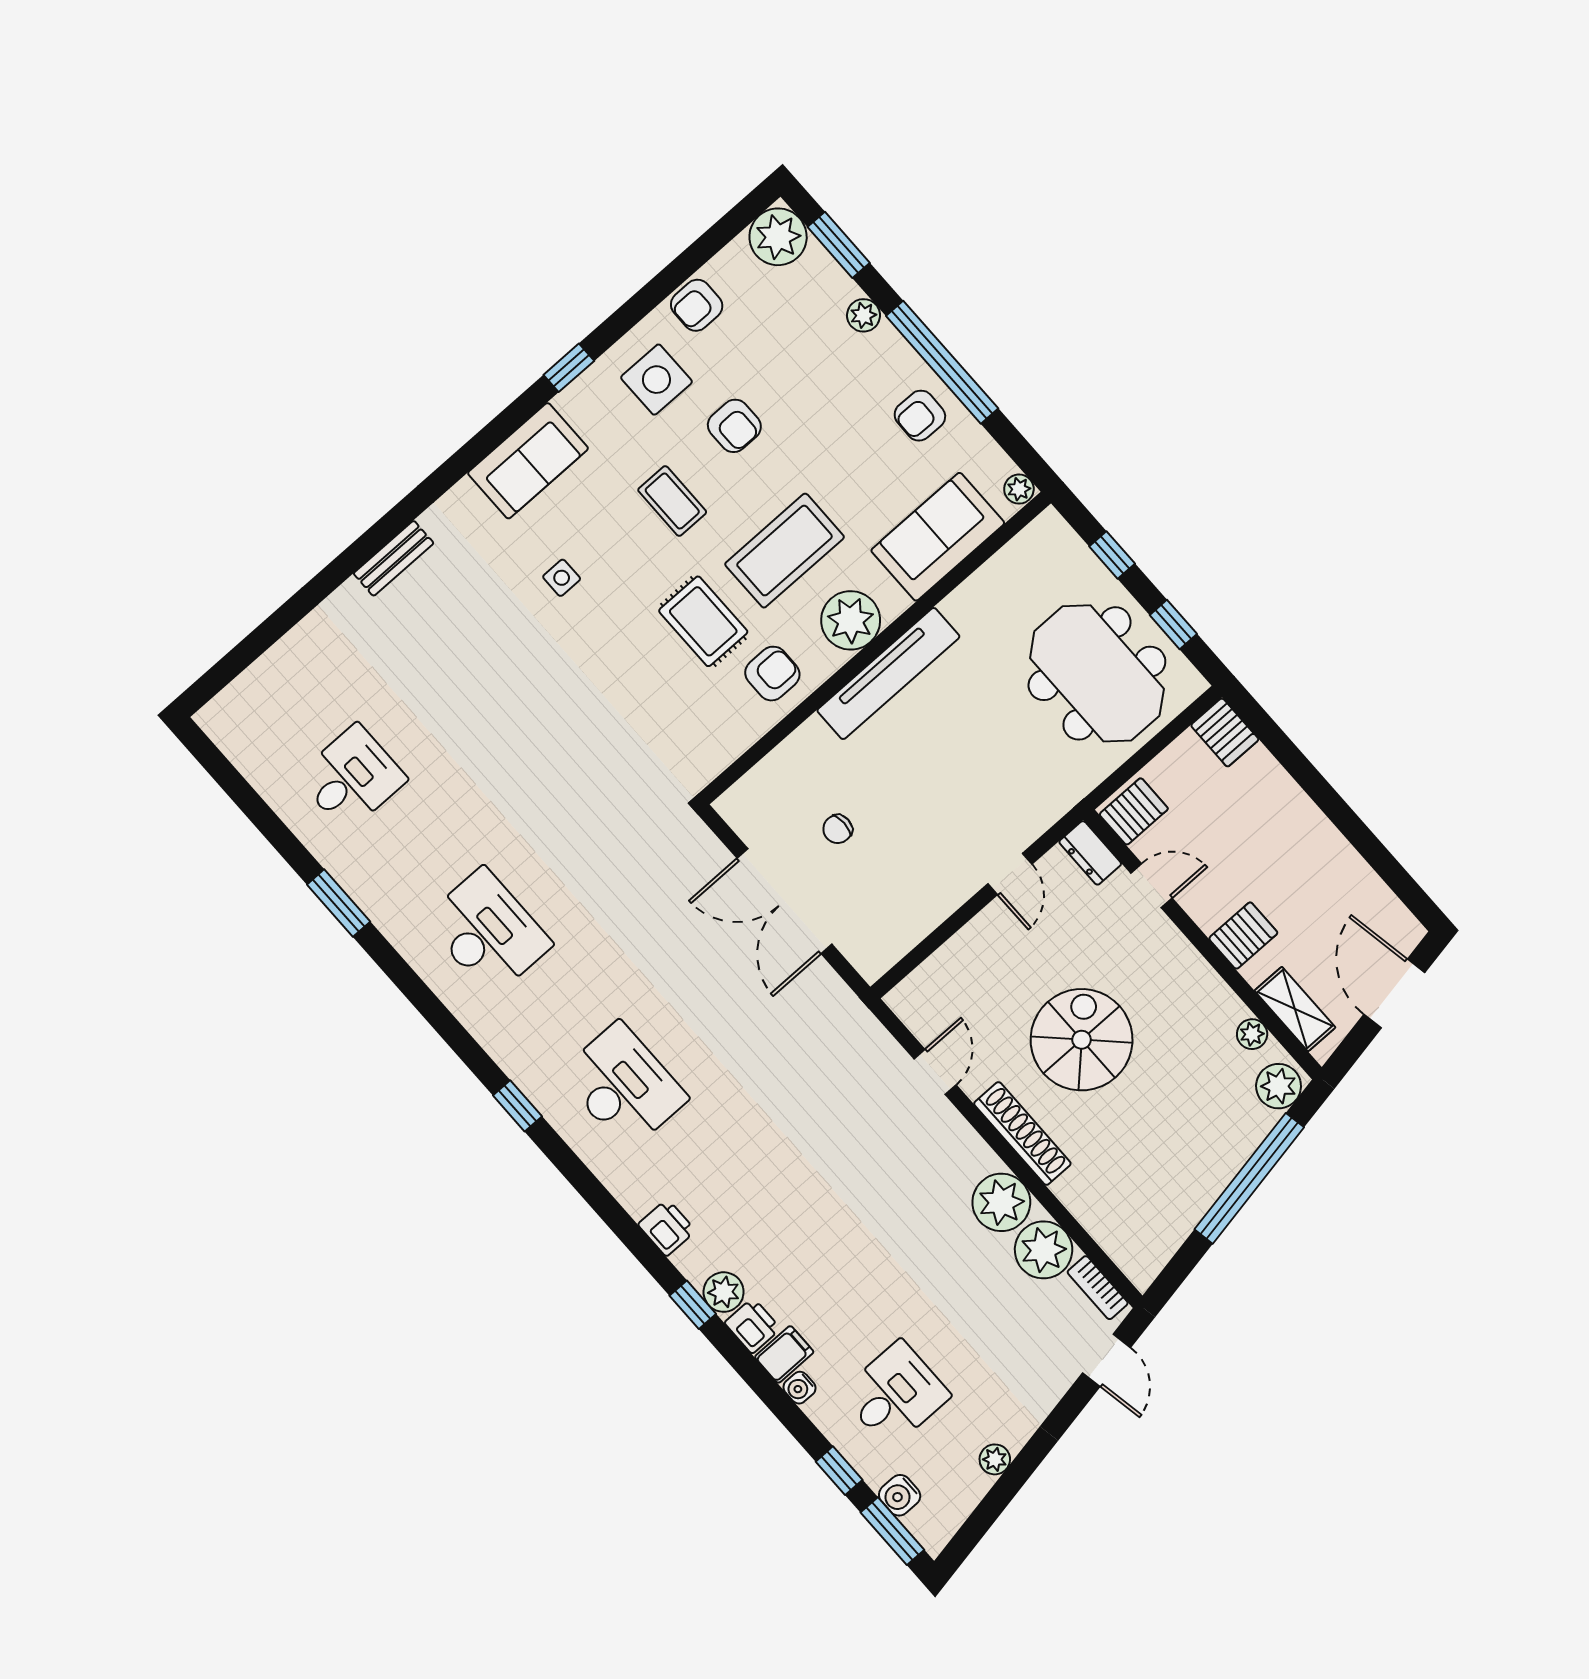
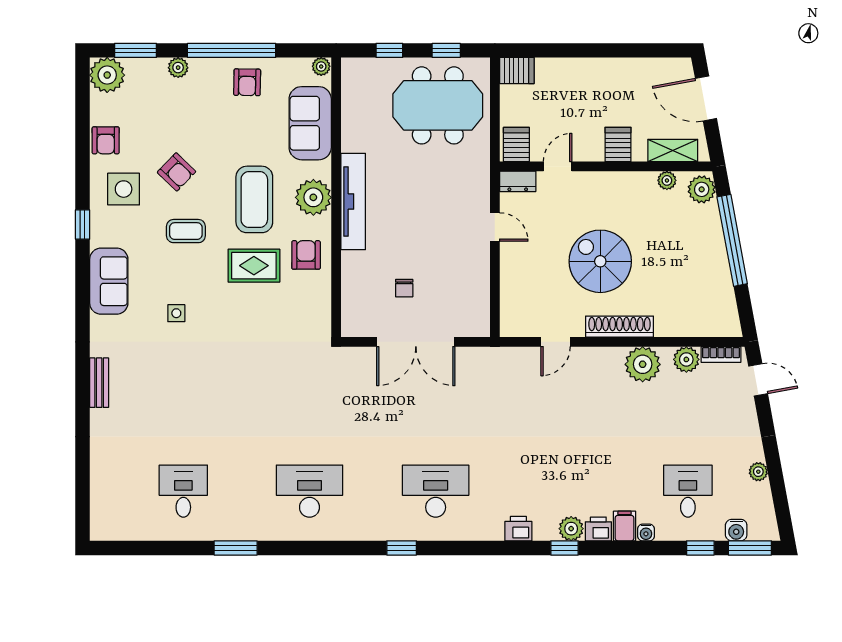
armchair: (734, 426) -> (177, 172), turned 44
door: (935, 1072) -> (556, 342), swing flipped
plant: (1044, 1250) -> (686, 359), width x0.73, depth x0.73

